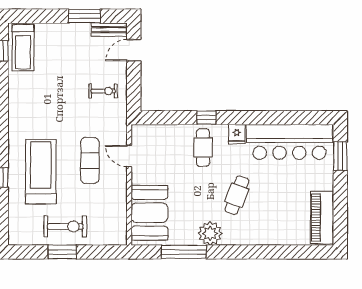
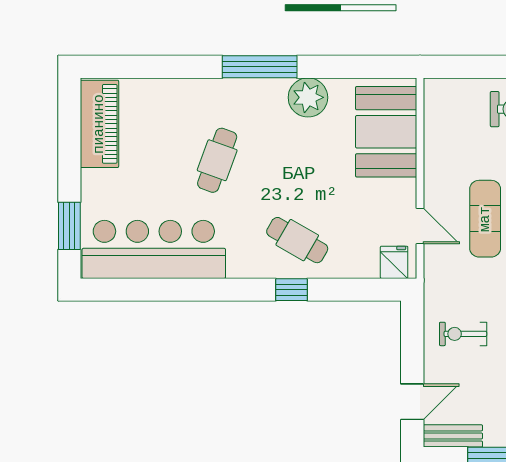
fridge: (237, 134) -> (394, 262), moved
cafe table: (203, 148) -> (297, 240), turned -60
cafe table: (237, 195) -> (217, 160), moved
plant: (210, 233) -> (308, 97), moved
window: (184, 252) -> (260, 67), moved

